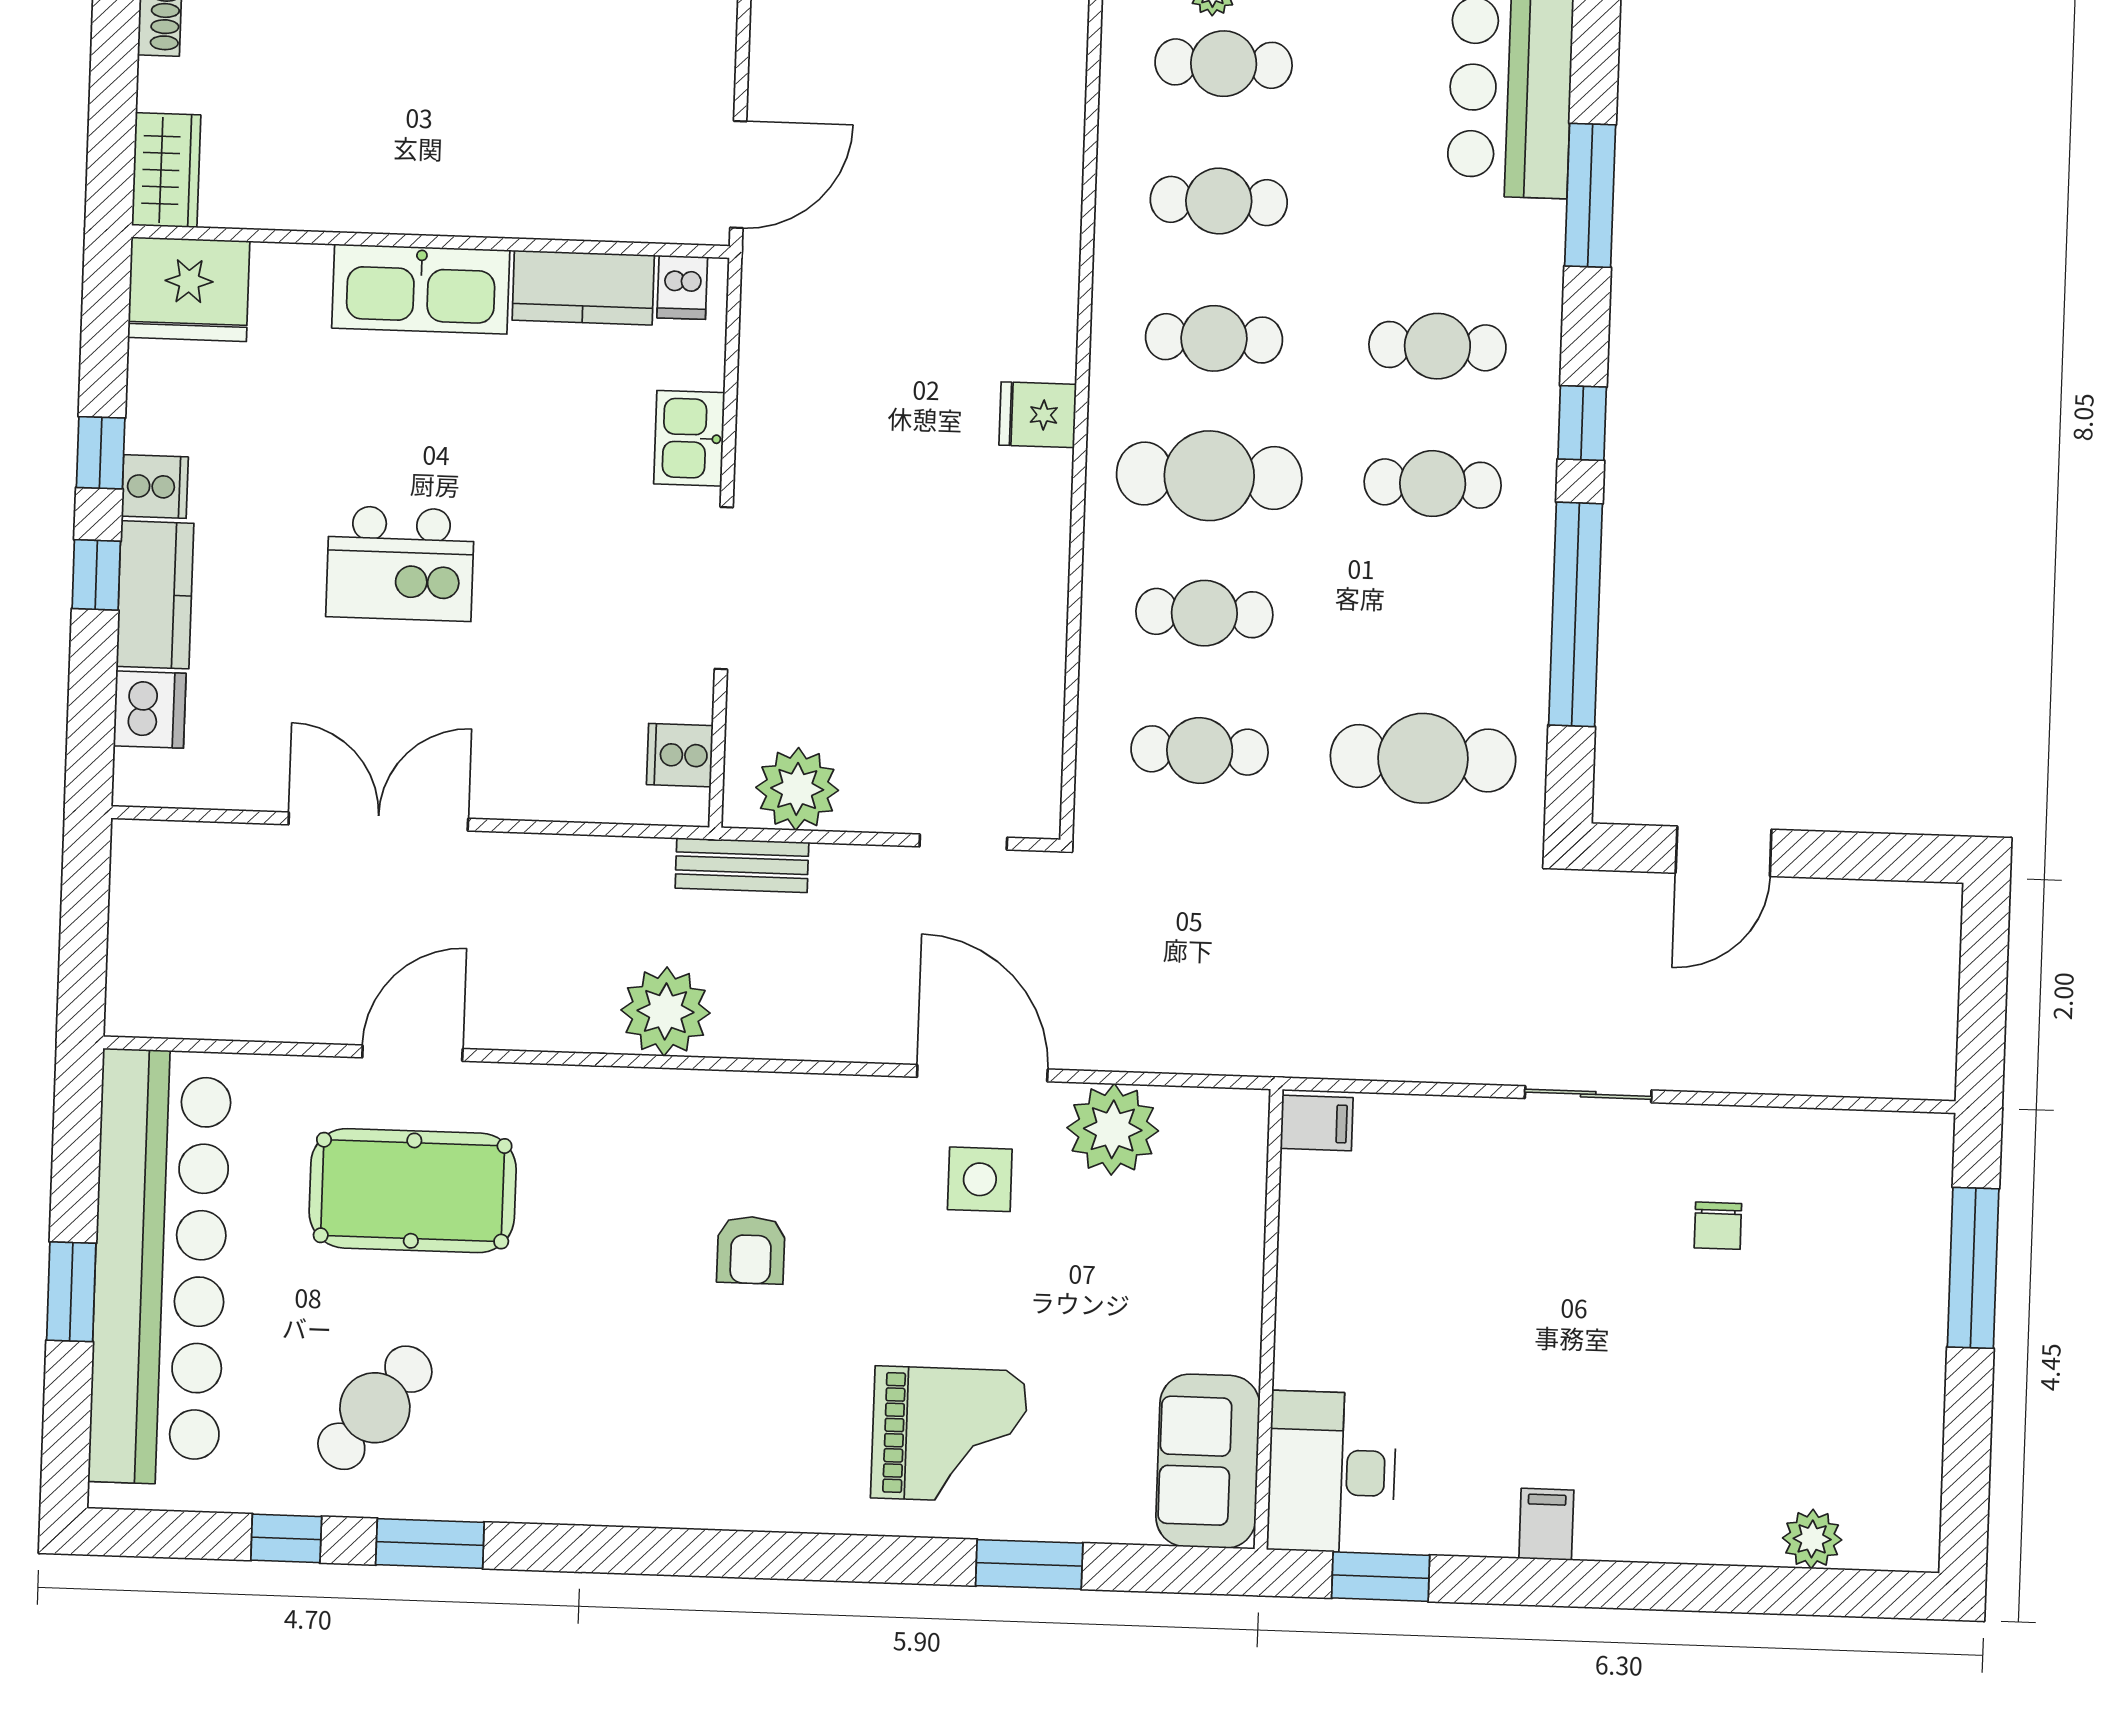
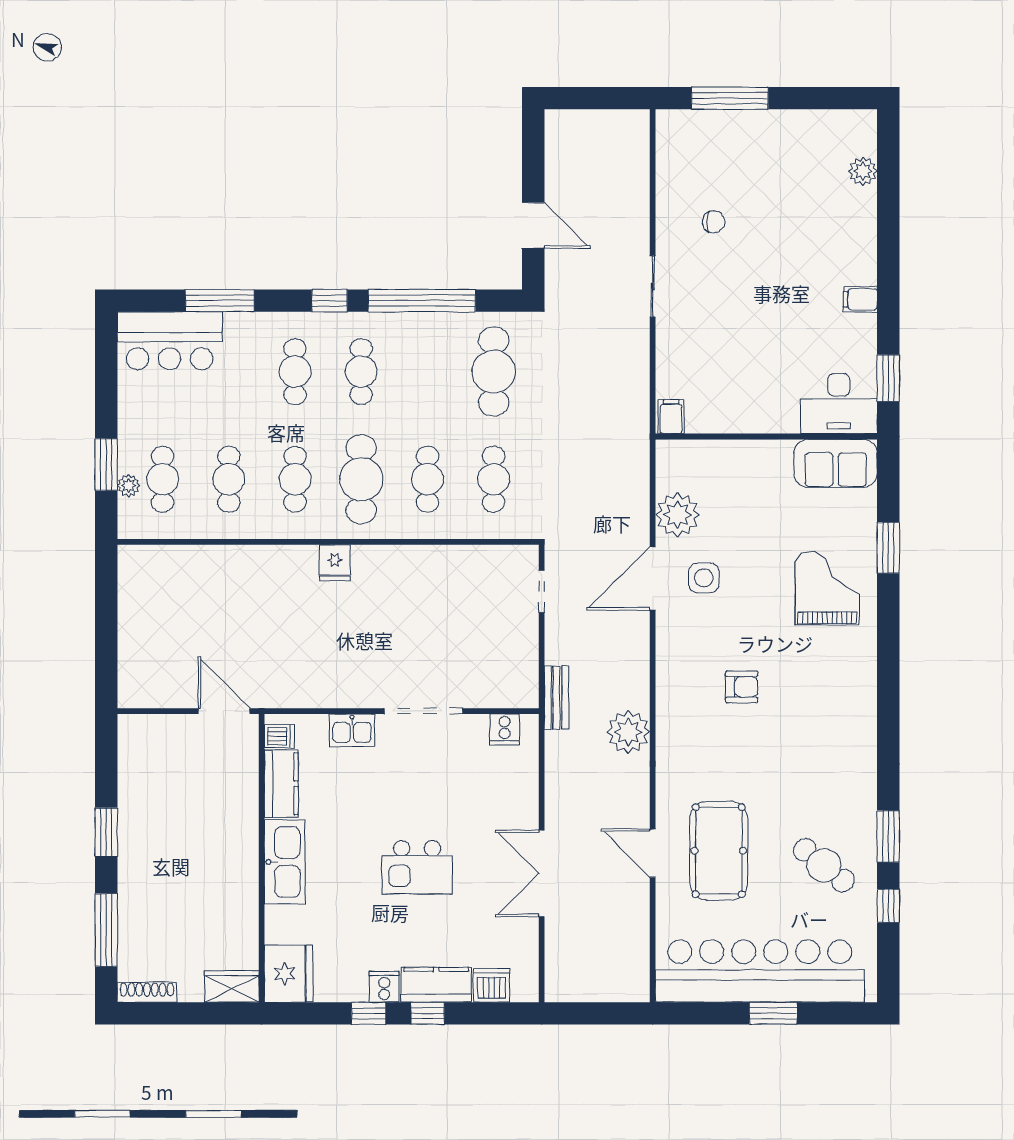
kitchen island: (400, 563) -> (417, 867), turned 90
plant: (797, 789) -> (519, 672), removed

